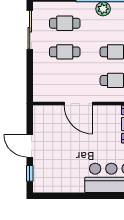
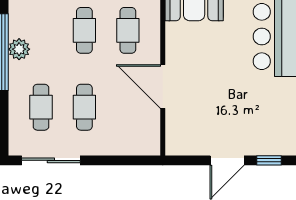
door: (78, 104) -> (163, 86), swing flipped

